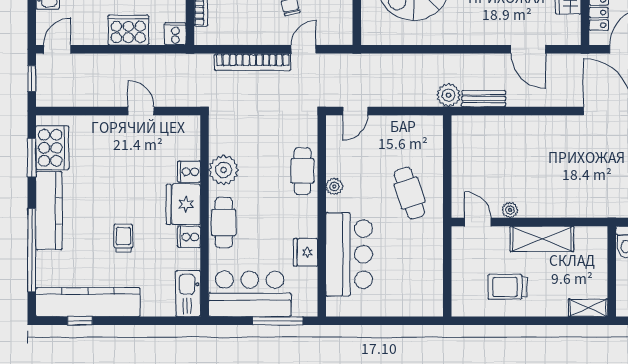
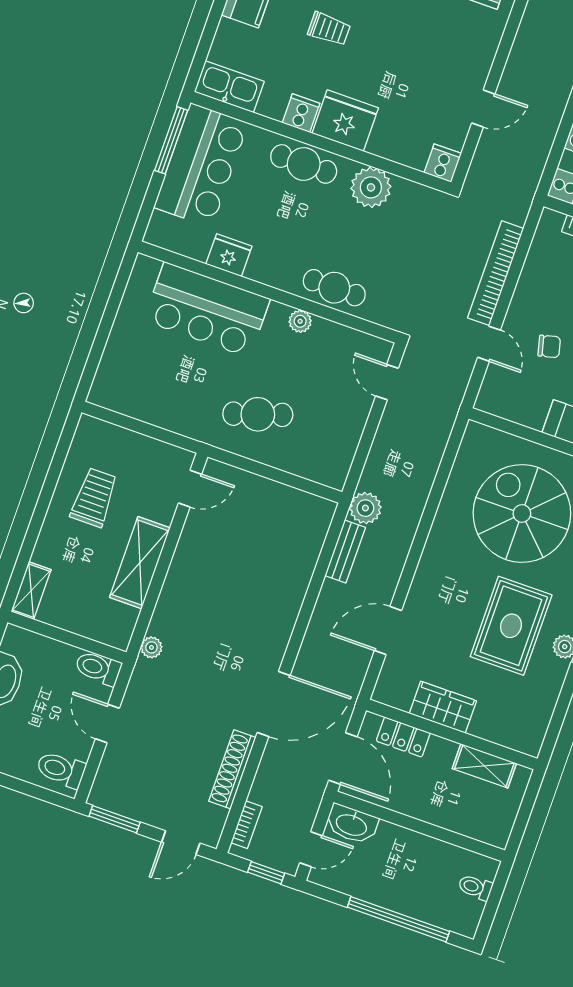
cooker: (189, 172) -> (443, 163), moved
plant: (510, 210) -> (151, 647), moved
window: (278, 321) -> (171, 140), moved

